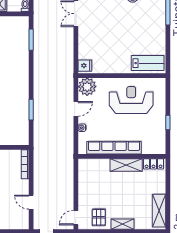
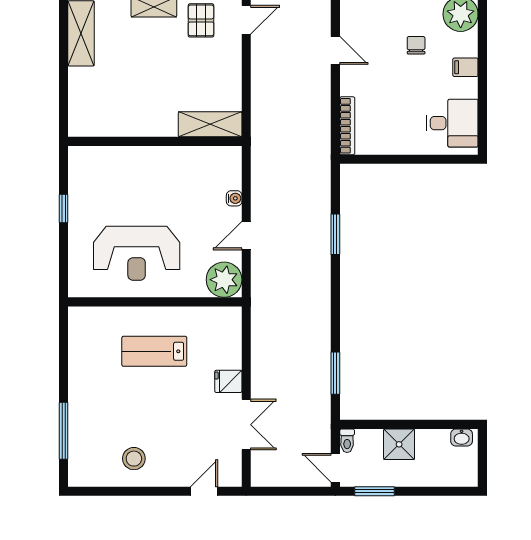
lab bench: (148, 63) -> (154, 351), moved
fridge: (85, 66) -> (228, 381), moved
row of seats: (114, 148) -> (171, 159), removed
locker: (154, 164) -> (92, 126), removed
shelving: (126, 165) -> (210, 124), moved

